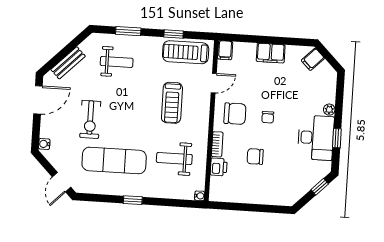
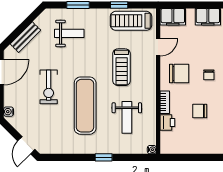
filing cabinet: (225, 50) -> (173, 17), width x2.00
weight bench: (174, 158) -> (127, 117), turned -90
exercise mat: (114, 160) -> (85, 106), moved, turned 90
window: (133, 200) -> (104, 157), moved

